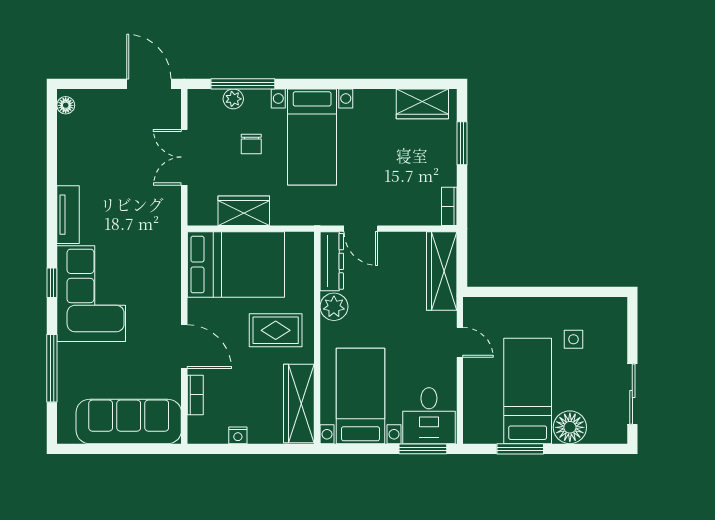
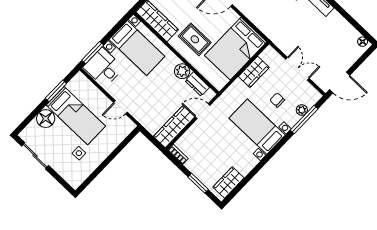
dresser: (332, 261) -> (197, 84), width x0.70
wardrobe: (442, 271) -> (174, 127), moved, turned -90
rug: (276, 330) -> (195, 39), turned 90

